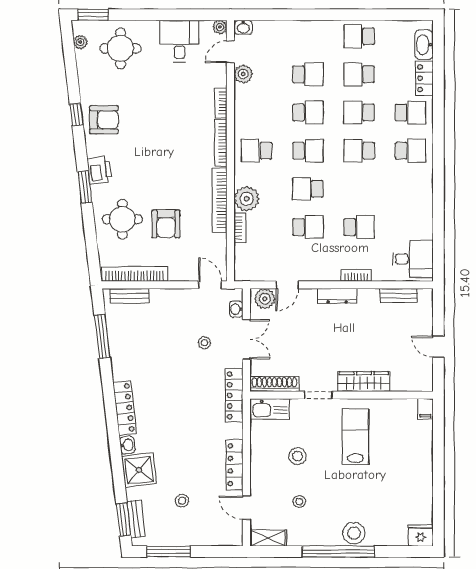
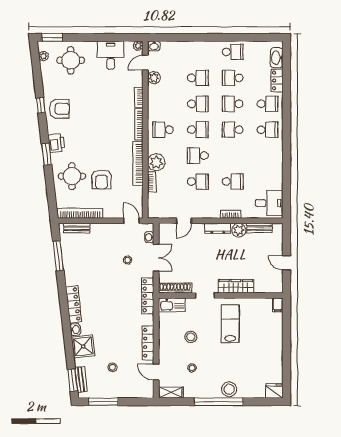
school desk: (359, 36) -> (233, 52), turned 180
plant: (265, 299) -> (239, 230), moved

